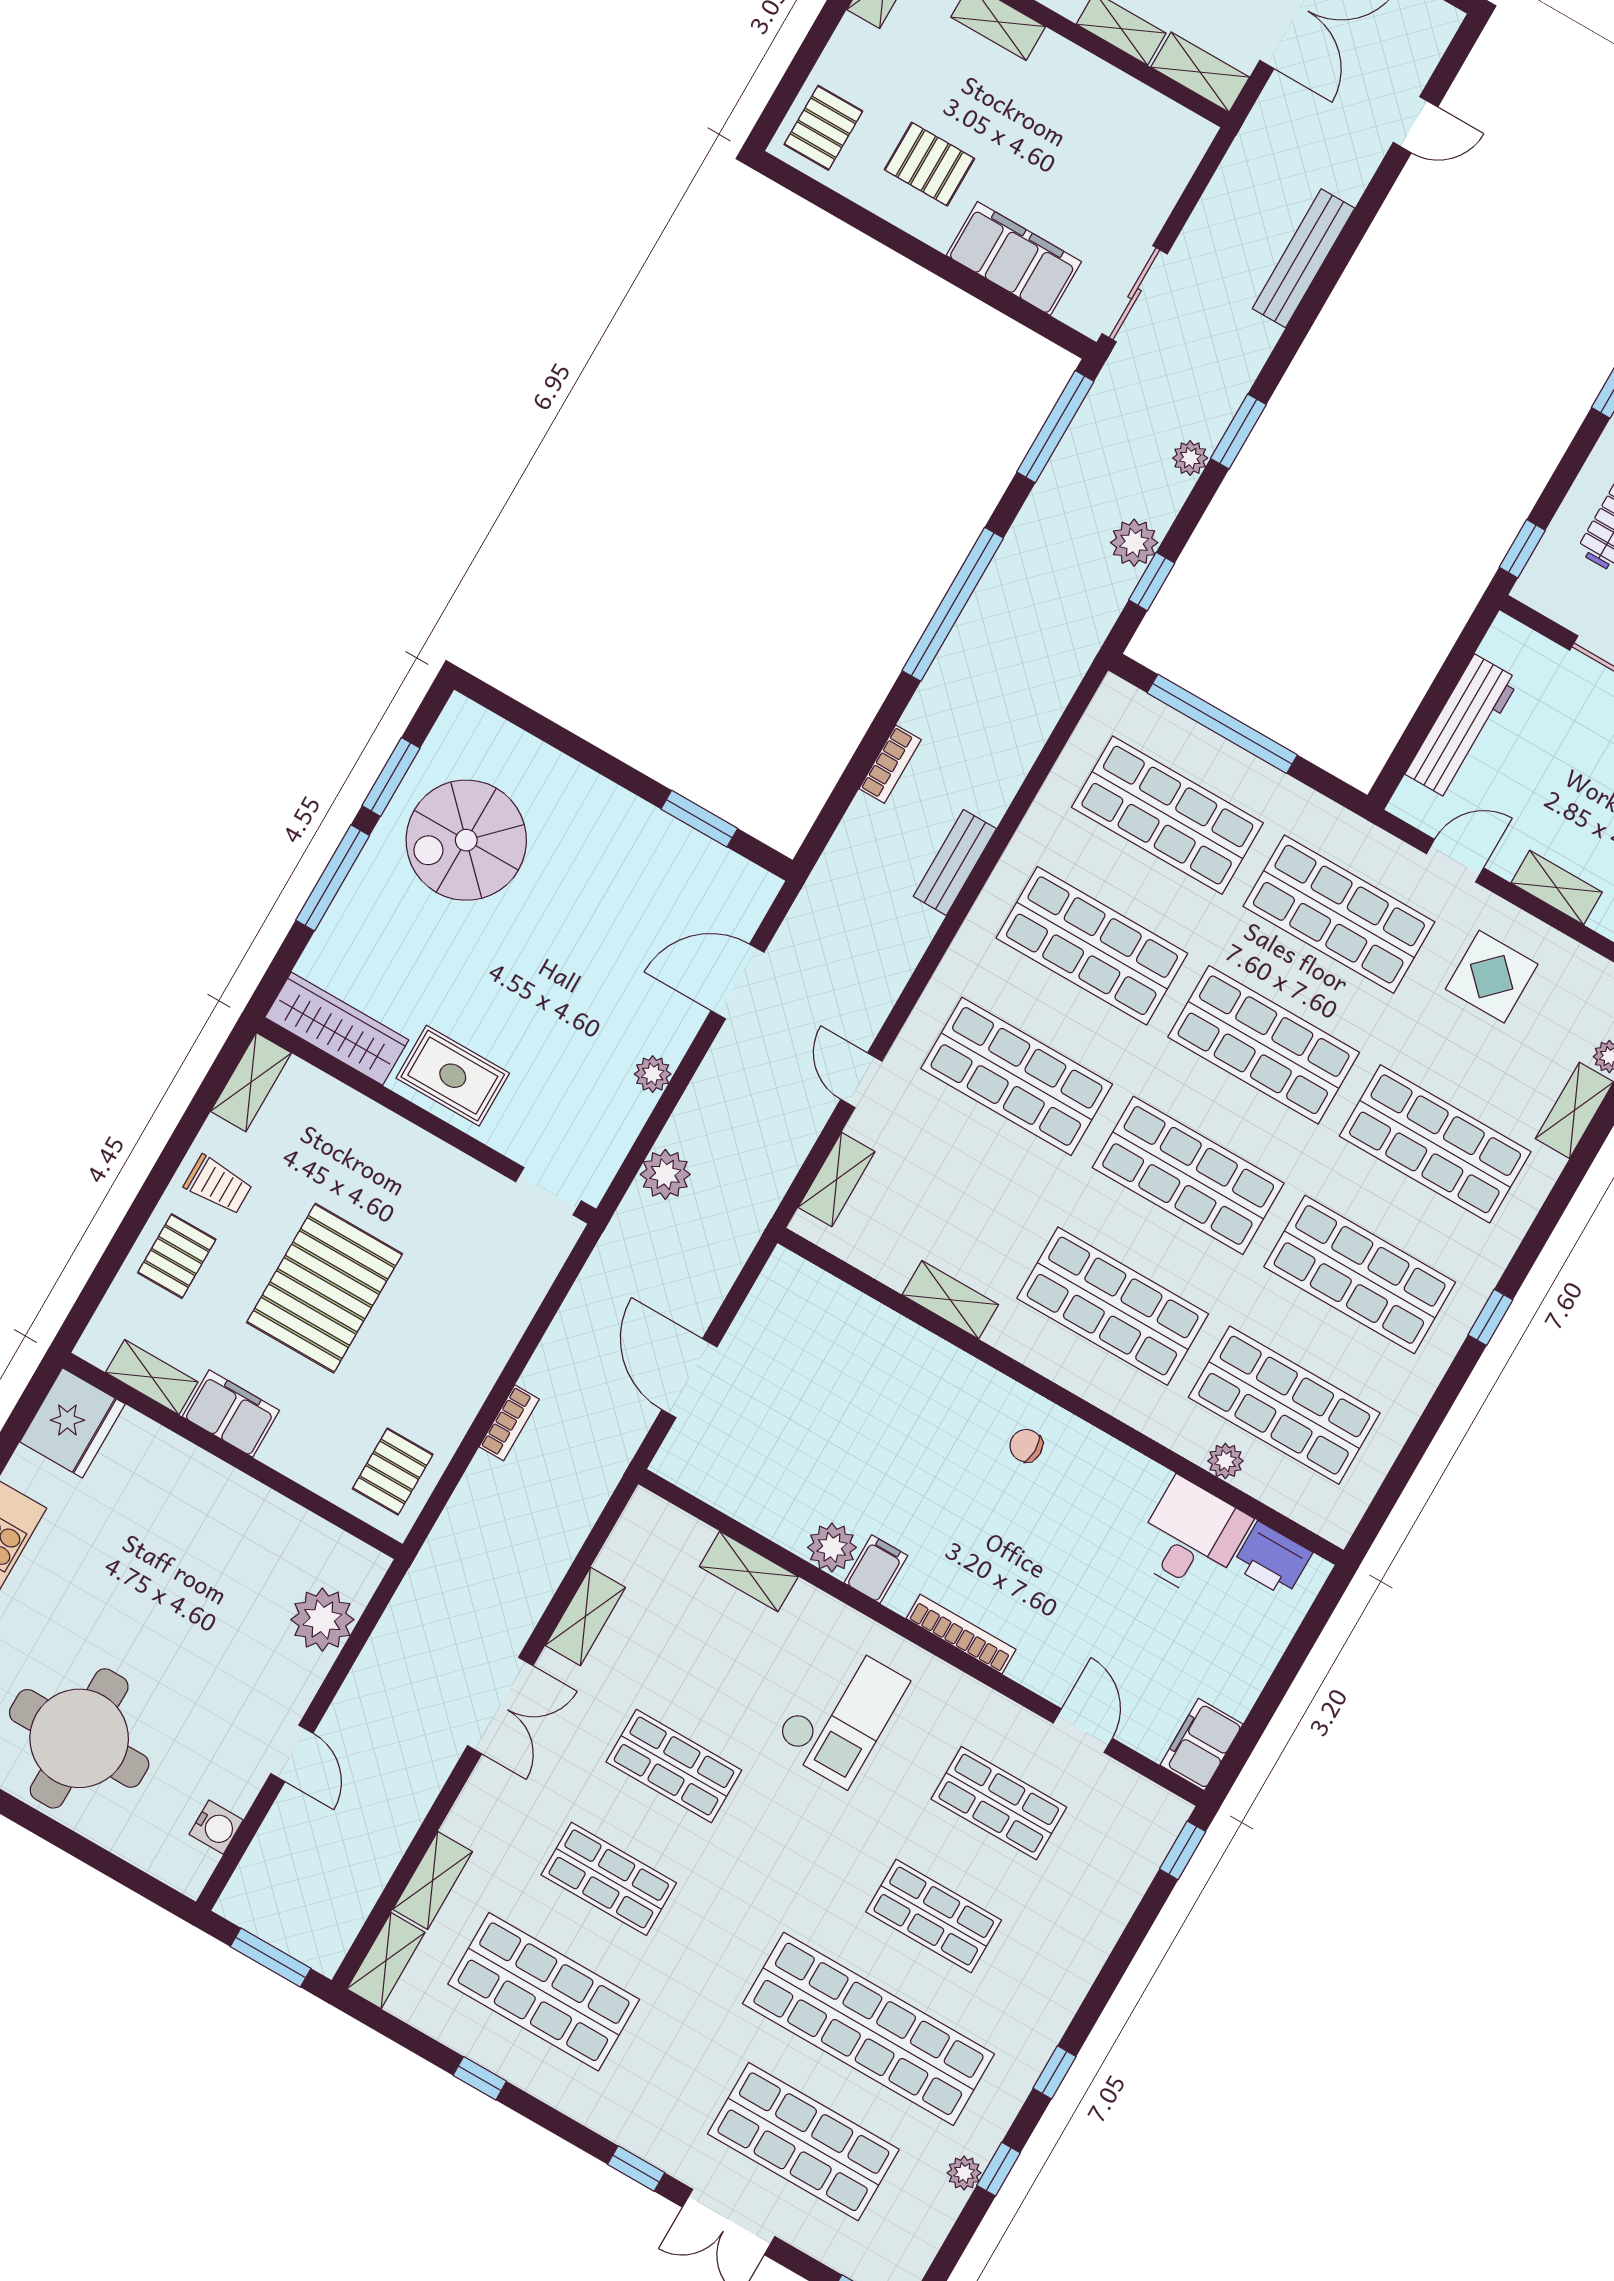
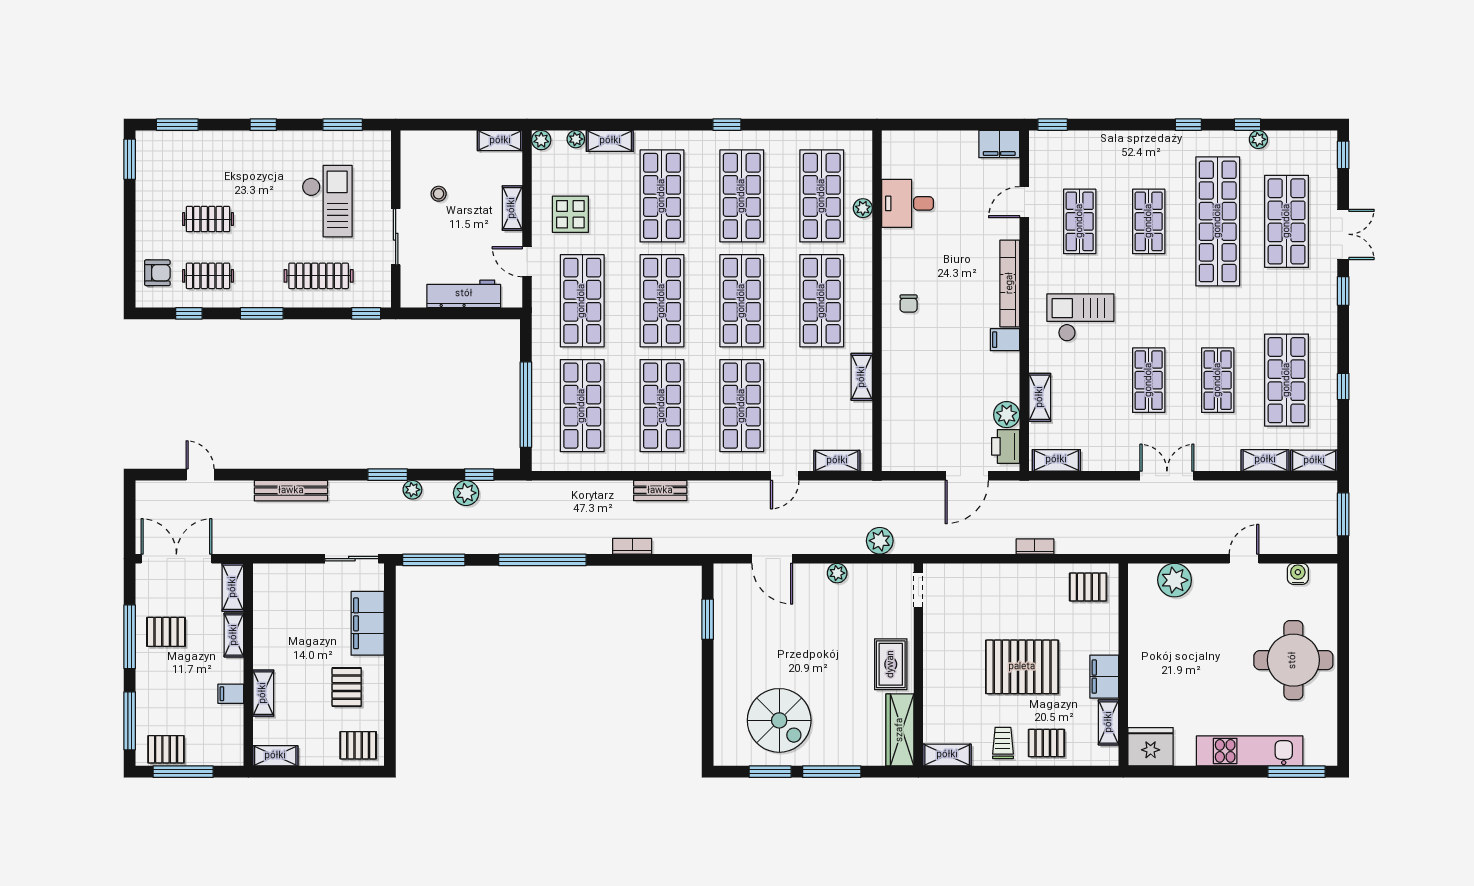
plant: (832, 1547) -> (1007, 415), moved
printer: (1272, 1559) -> (1006, 446), moved, turned 180
shelving: (585, 1616) -> (1056, 460), moved
bookcase: (961, 1634) -> (1010, 283), width x1.48, depth x1.31

